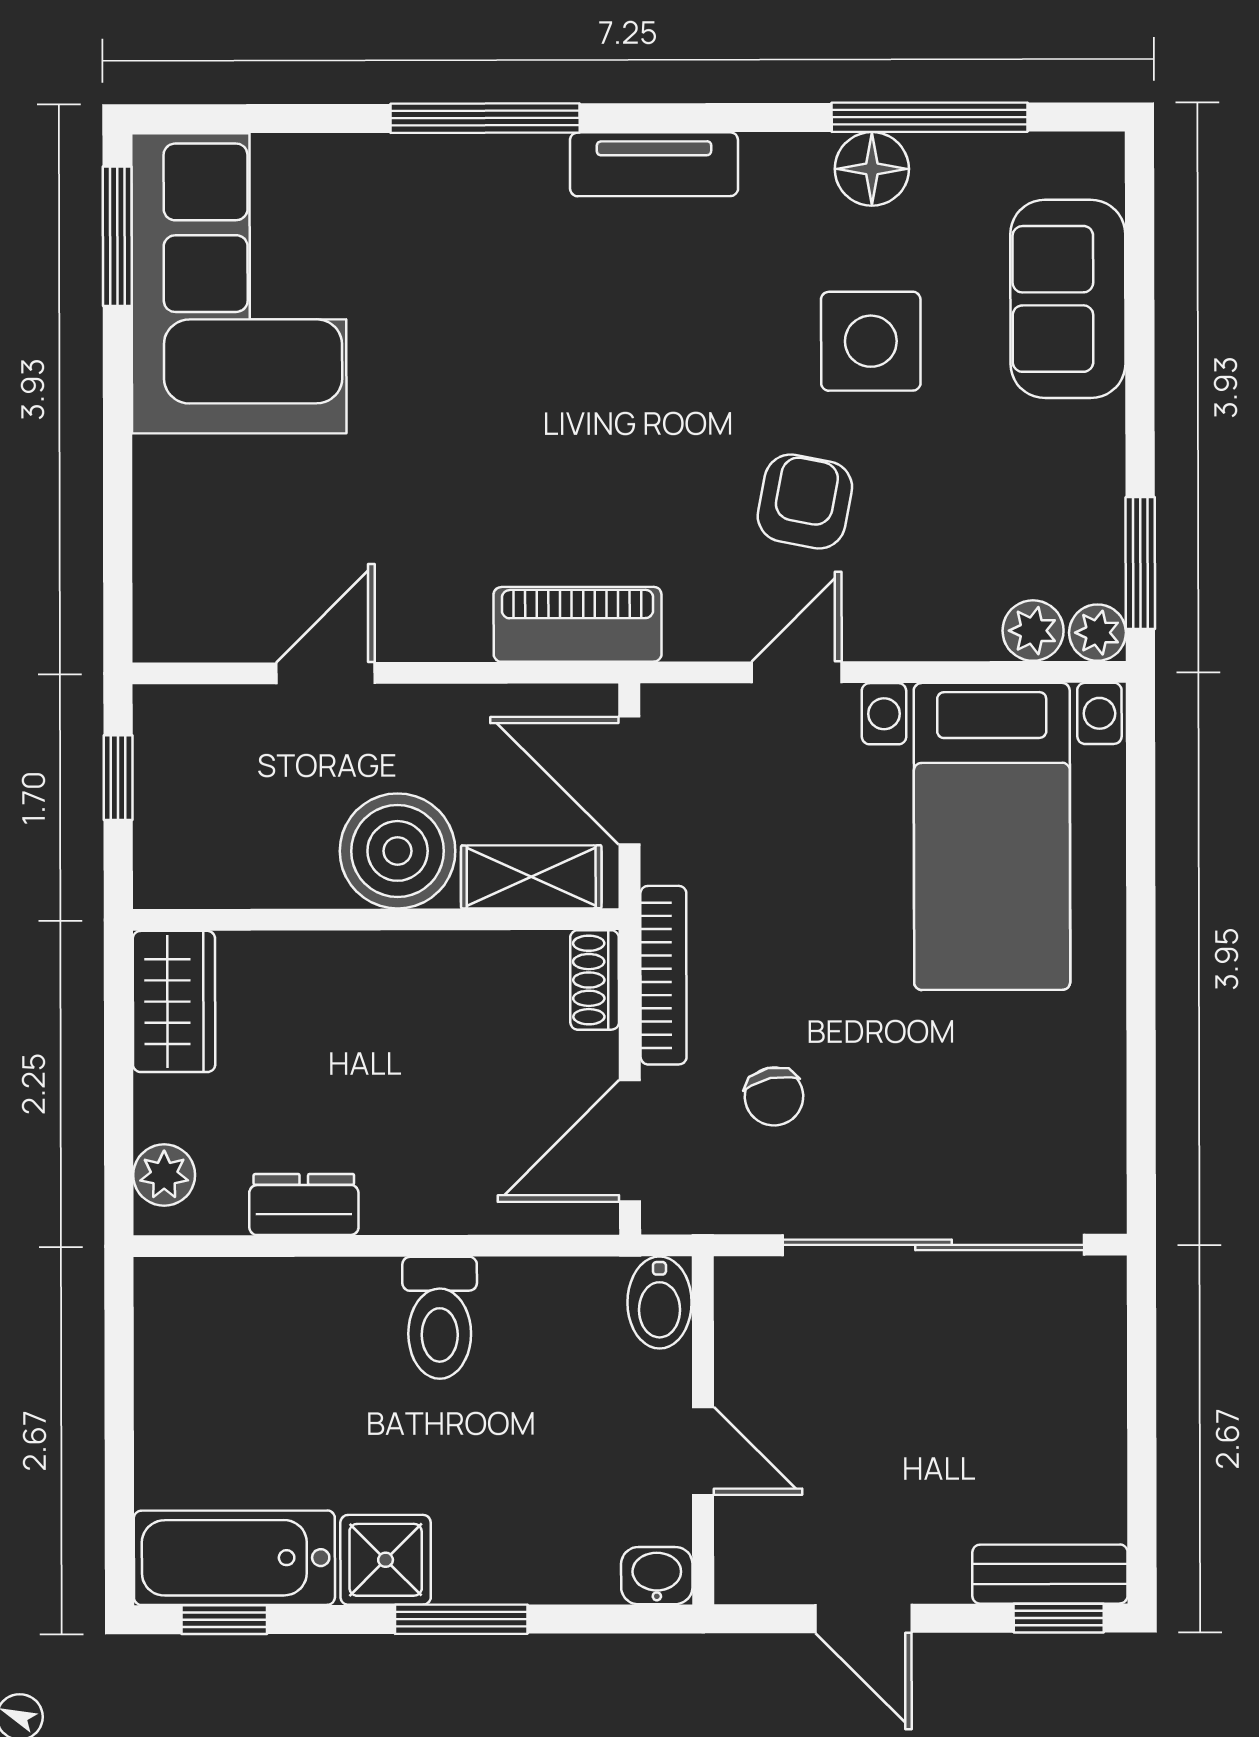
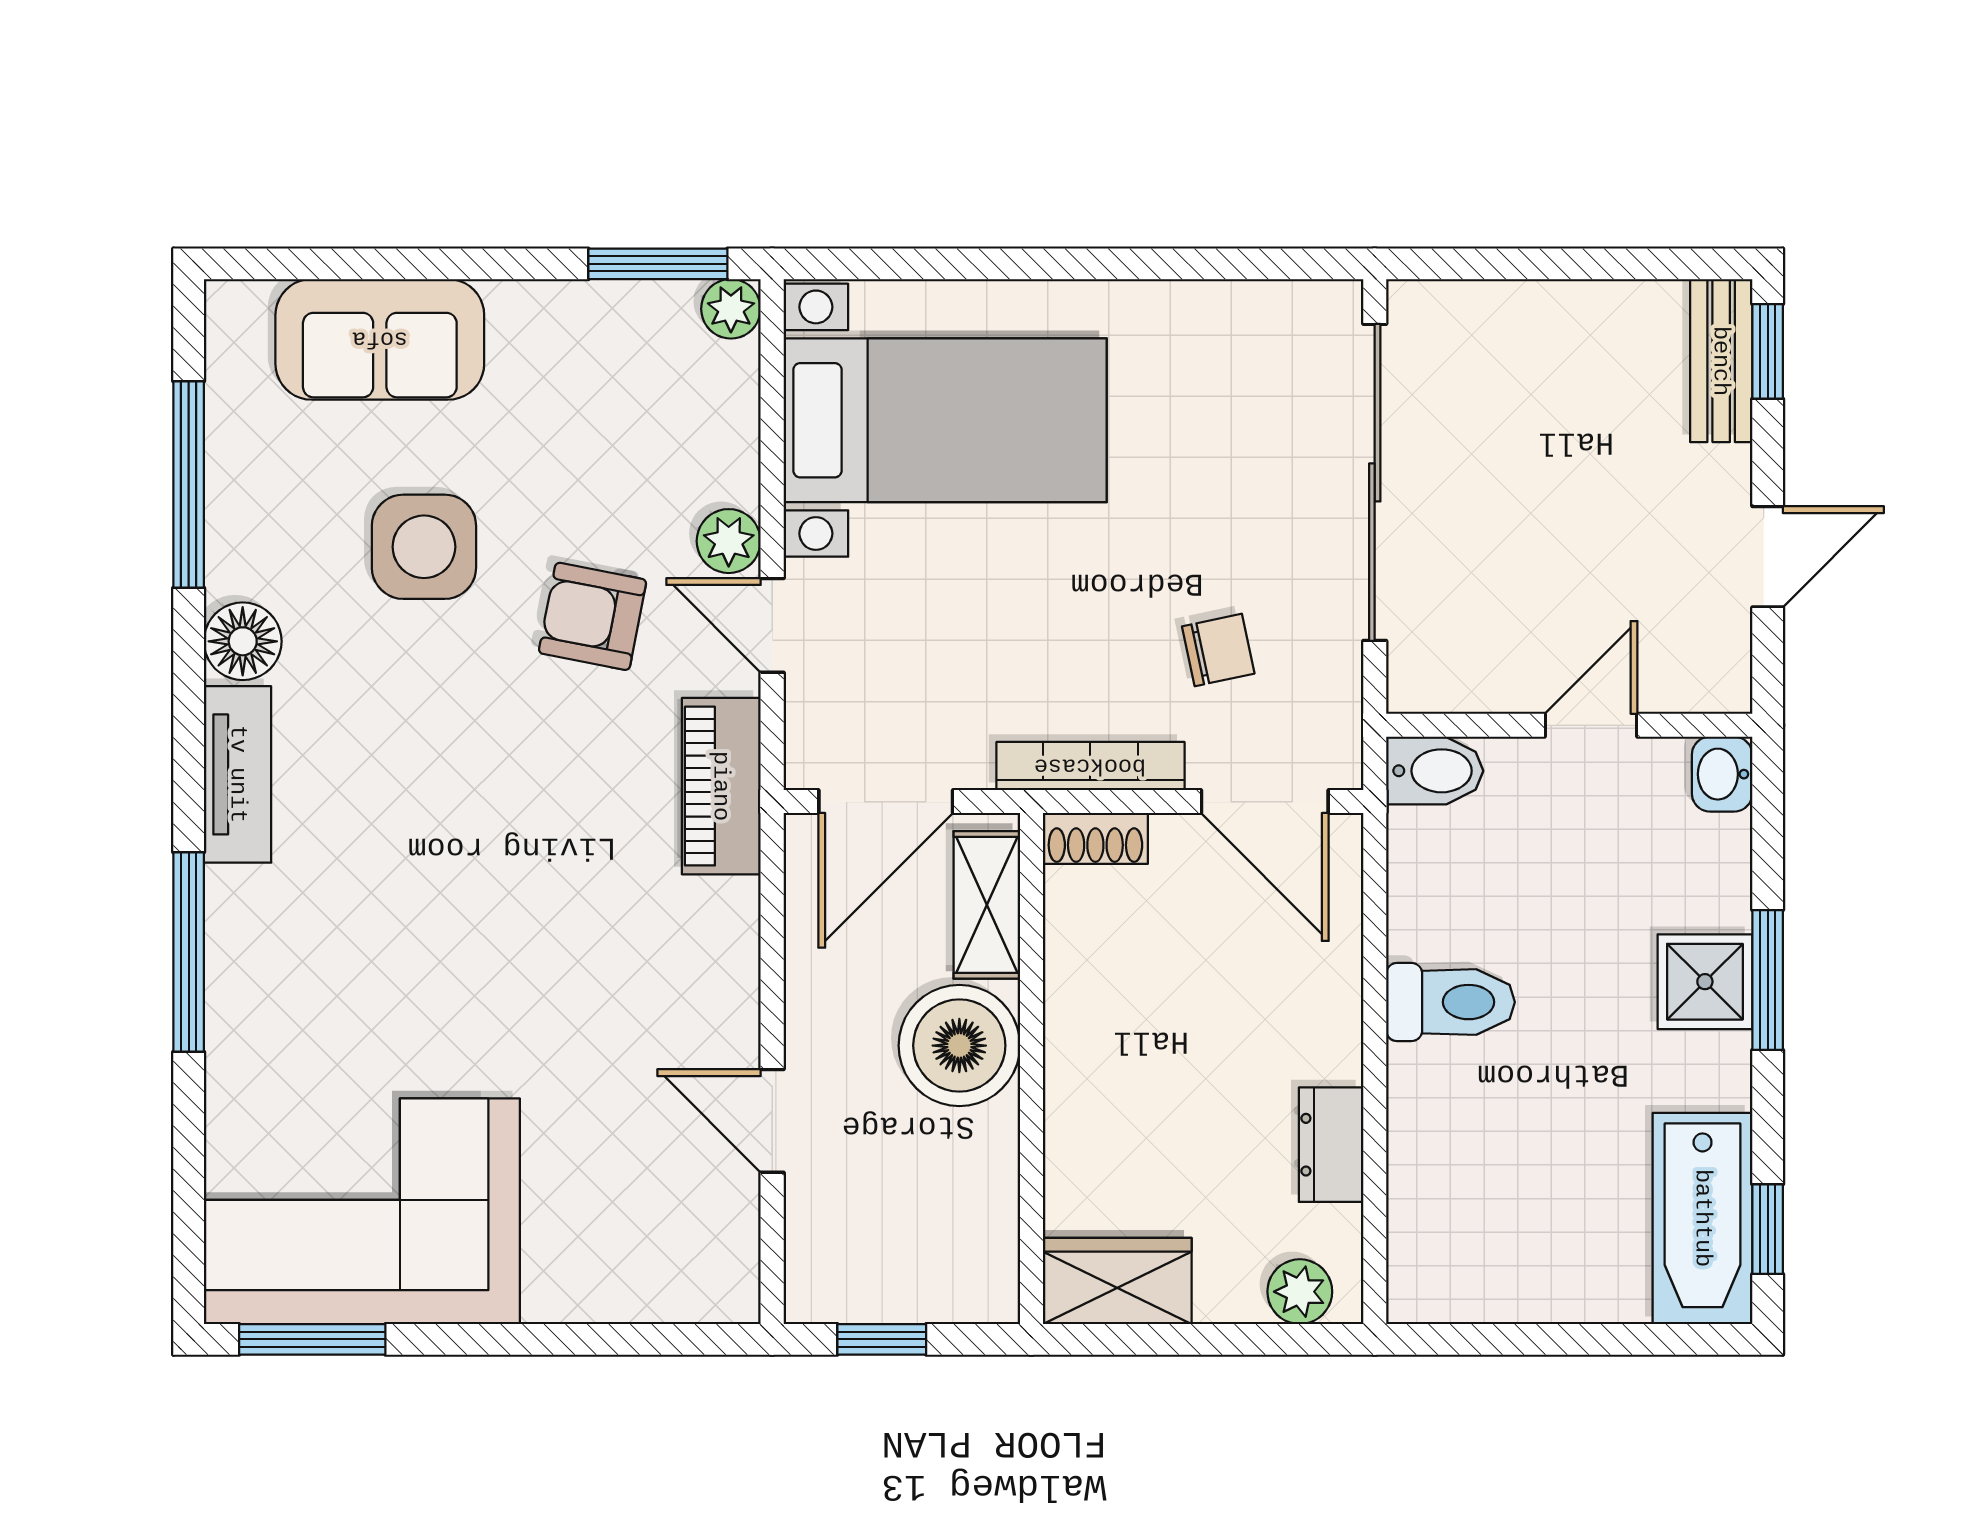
floor lamp: (872, 169) -> (243, 641), moved
piano: (578, 624) -> (721, 786), moved
plant: (1033, 631) -> (729, 541), moved
shower: (386, 1560) -> (1705, 982), moved

